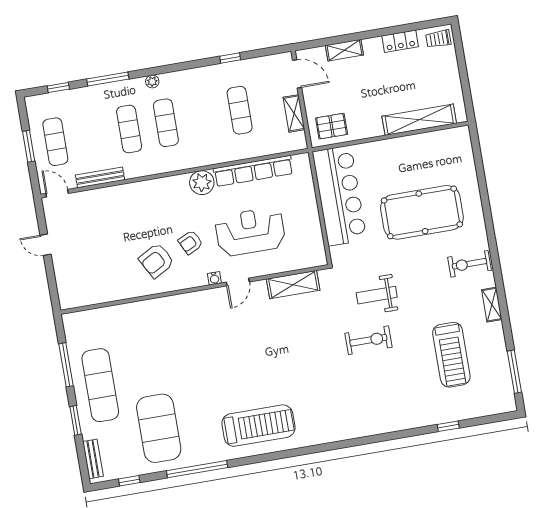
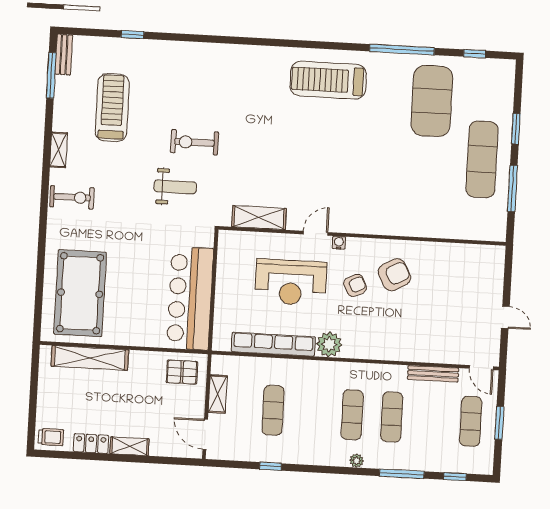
shelving: (344, 50) -> (130, 446), moved
pool table: (422, 212) -> (80, 293), moved, turned 90
bench: (93, 459) -> (64, 55), moved

